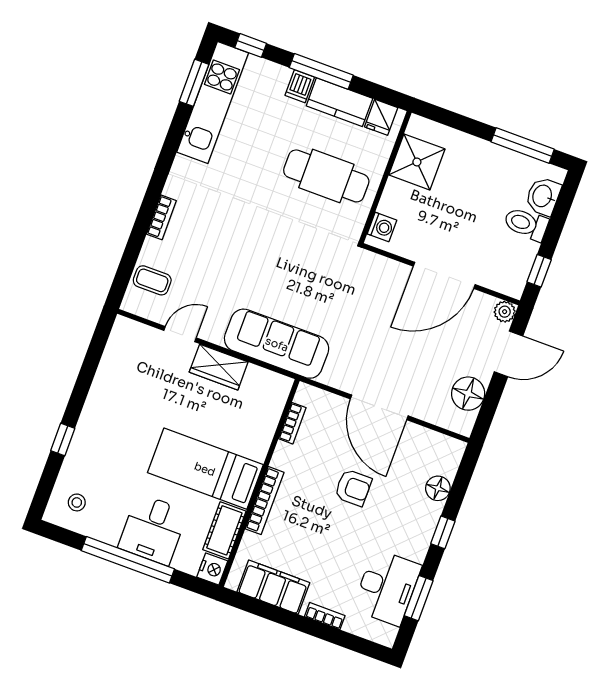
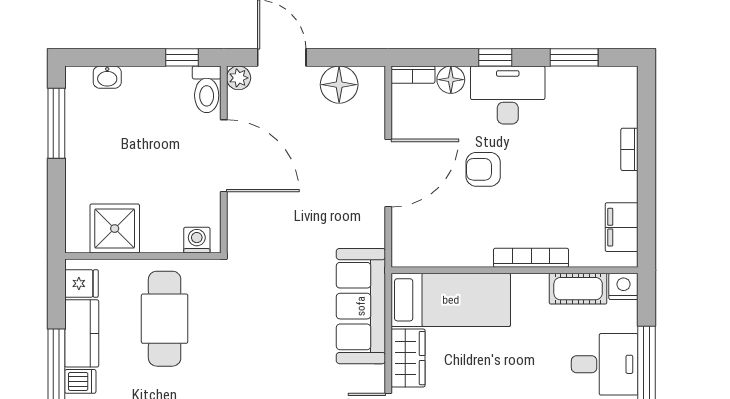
washbasin: (543, 196) -> (107, 77), width x0.72, depth x0.69
toilet: (526, 224) -> (207, 89), moved
bookcase: (292, 423) -> (413, 75), moved, turned 180
bed: (205, 469) -> (451, 300), moved, turned -90
armchair: (353, 488) -> (483, 169), turned -90
filing cabinet: (273, 587) -> (622, 227), width x0.67, depth x0.86
desk: (387, 587) -> (508, 95), moved

